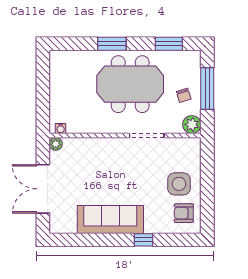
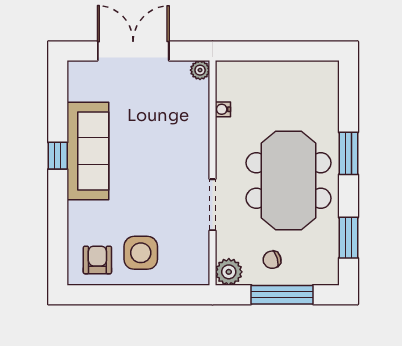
water cooler: (61, 128) -> (223, 109), moved
window: (143, 240) -> (58, 156), moved

